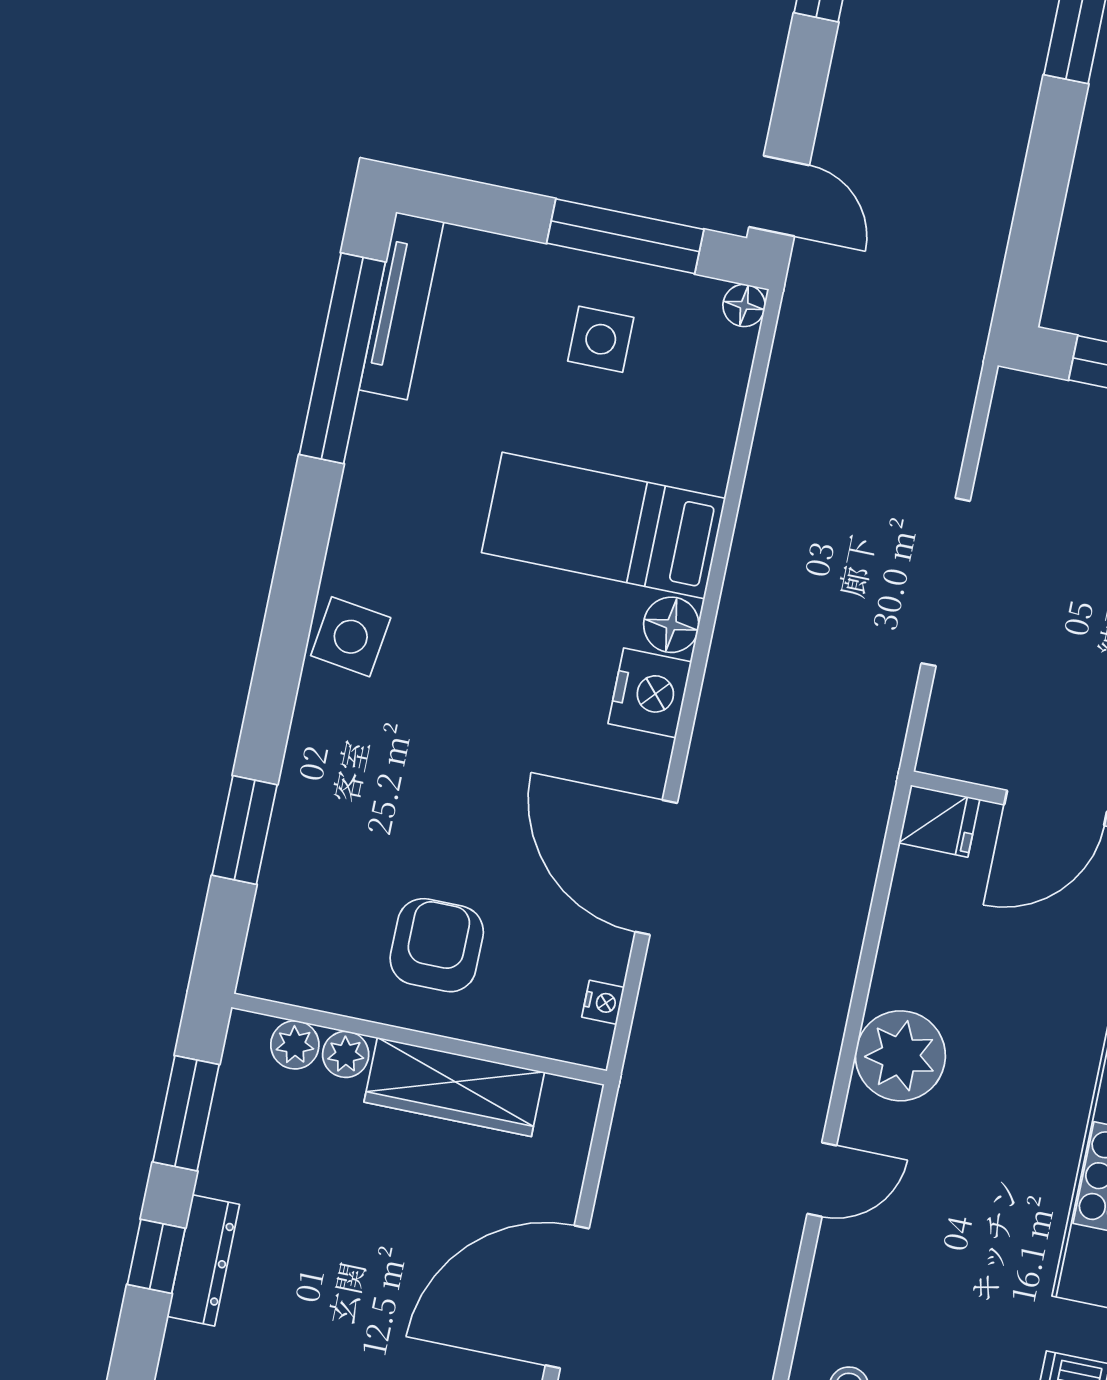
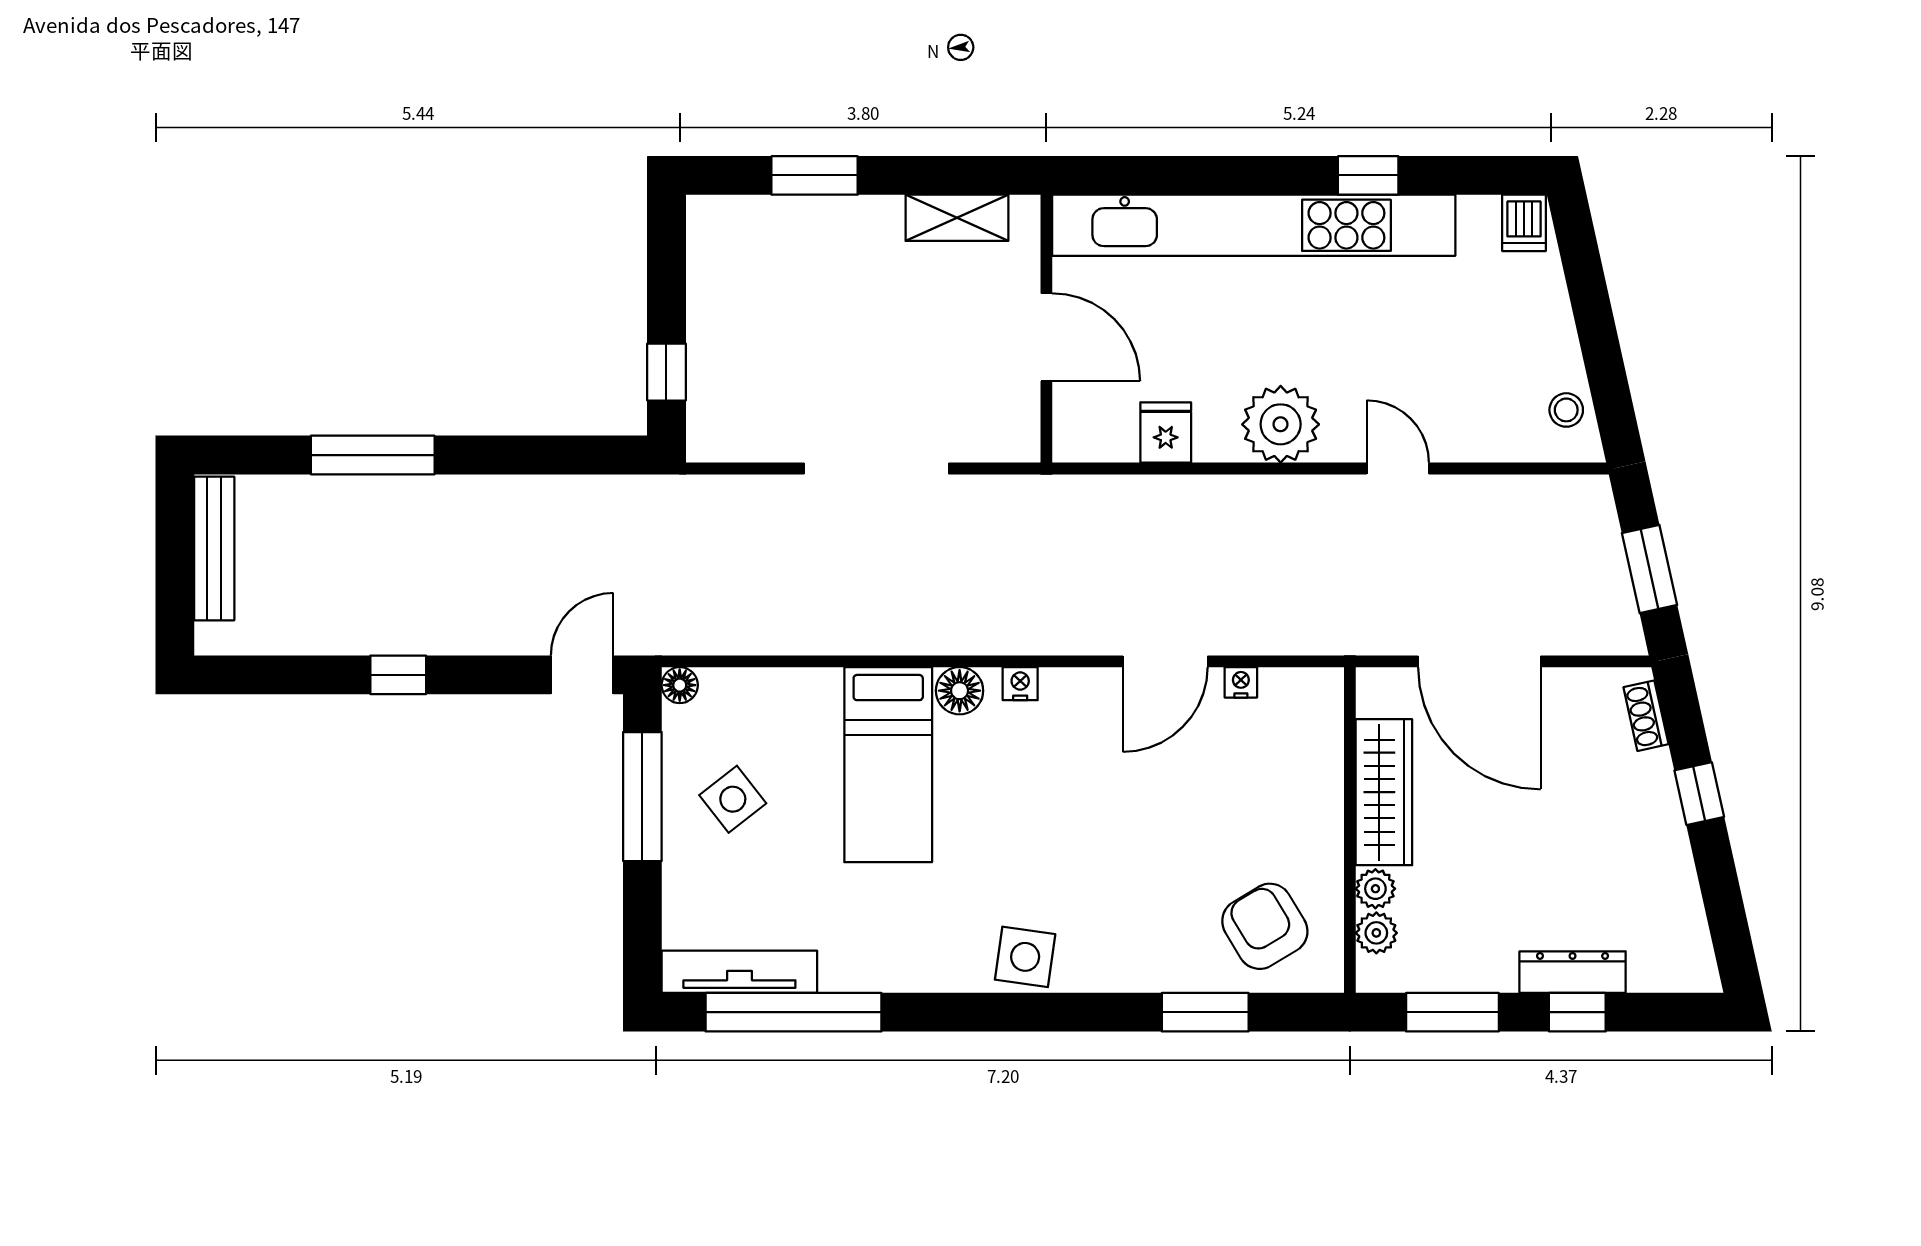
side table: (601, 339) -> (733, 799), turned -38
nightstand: (650, 693) -> (1020, 684), width x0.53, depth x0.56
fridge: (939, 821) -> (1166, 433), moved
door: (656, 867) -> (1165, 661), width x0.73
armchair: (437, 945) -> (1265, 926), moved, turned 59
nightstand: (603, 1002) -> (1241, 682), moved
door: (567, 1297) -> (1479, 661), moved

